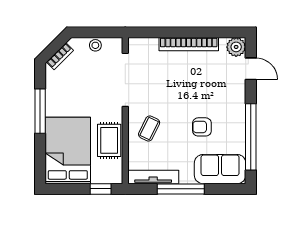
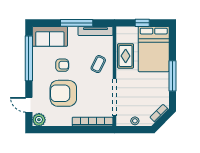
bookcase: (189, 44) -> (93, 122), moved
armchair: (200, 86) -> (63, 93), added
window: (101, 189) -> (142, 23), moved

